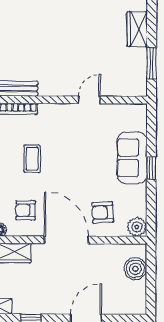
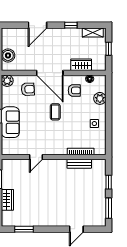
coffee table: (32, 159) -> (55, 112), moved

